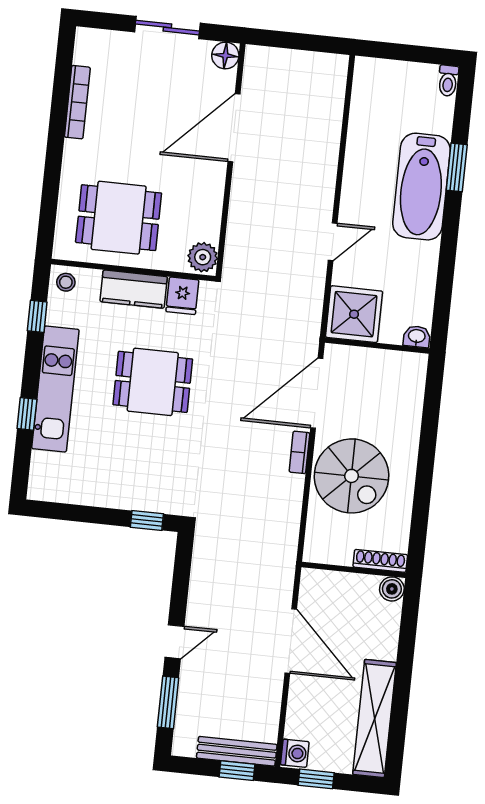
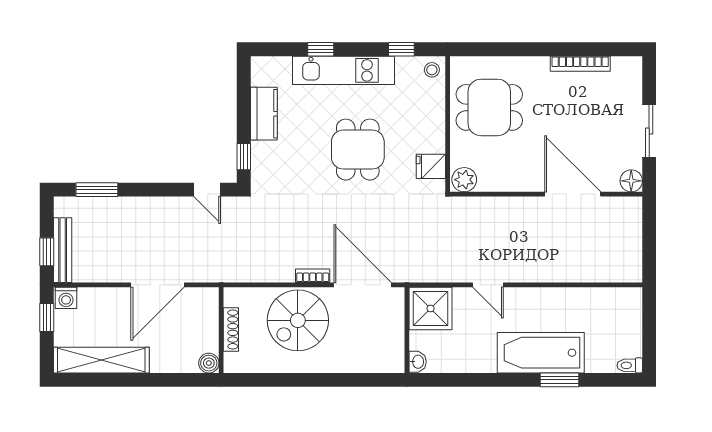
dining table: (119, 218) -> (489, 107), turned 90
kitchen counter: (134, 289) -> (264, 114), moved, turned 180
shoe rack: (380, 561) -> (231, 329), moved
door: (174, 642) -> (207, 190), moved

